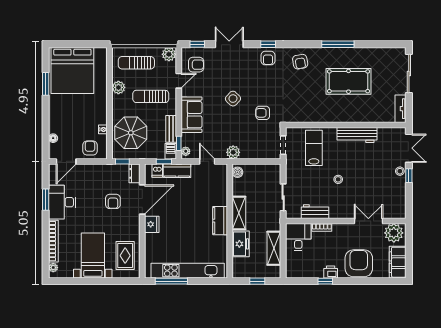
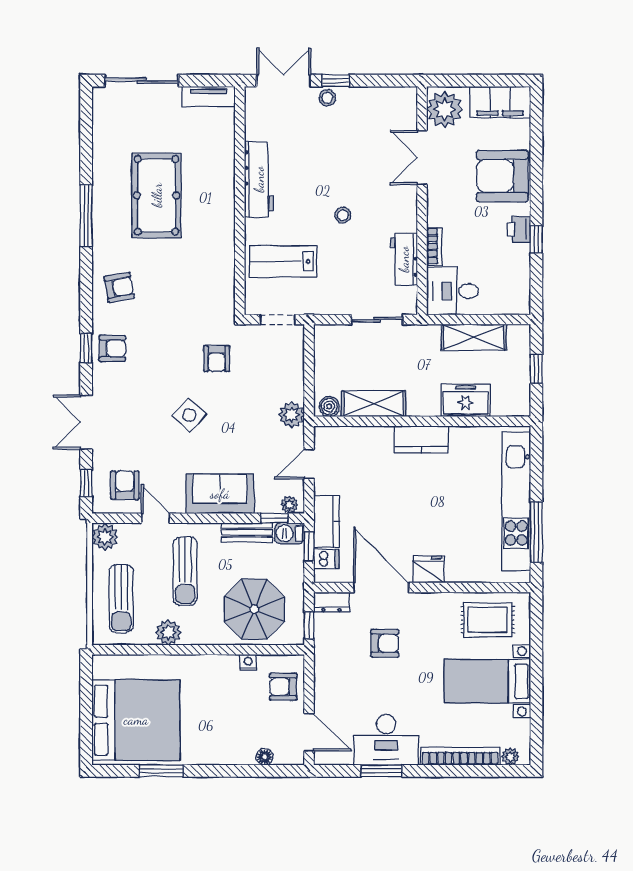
shelving: (239, 213) -> (373, 404), moved

